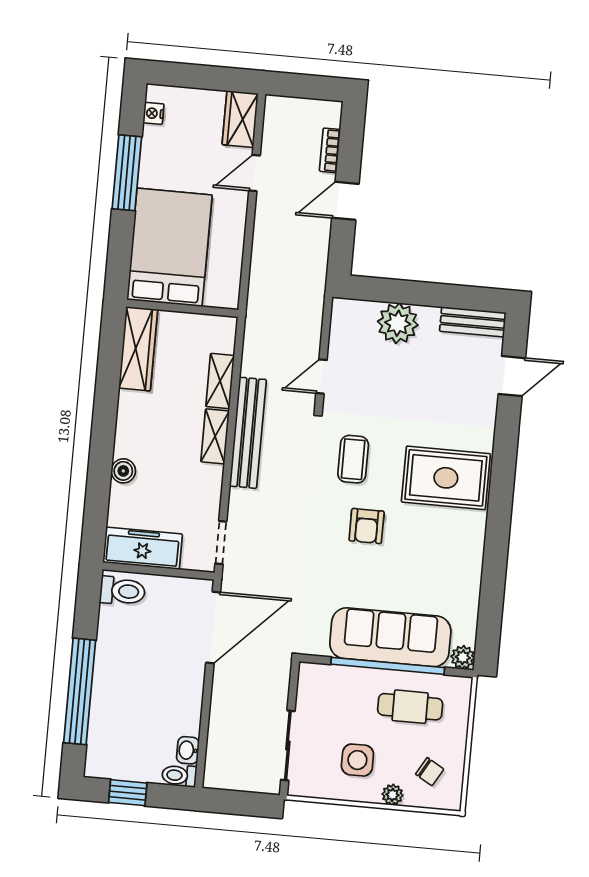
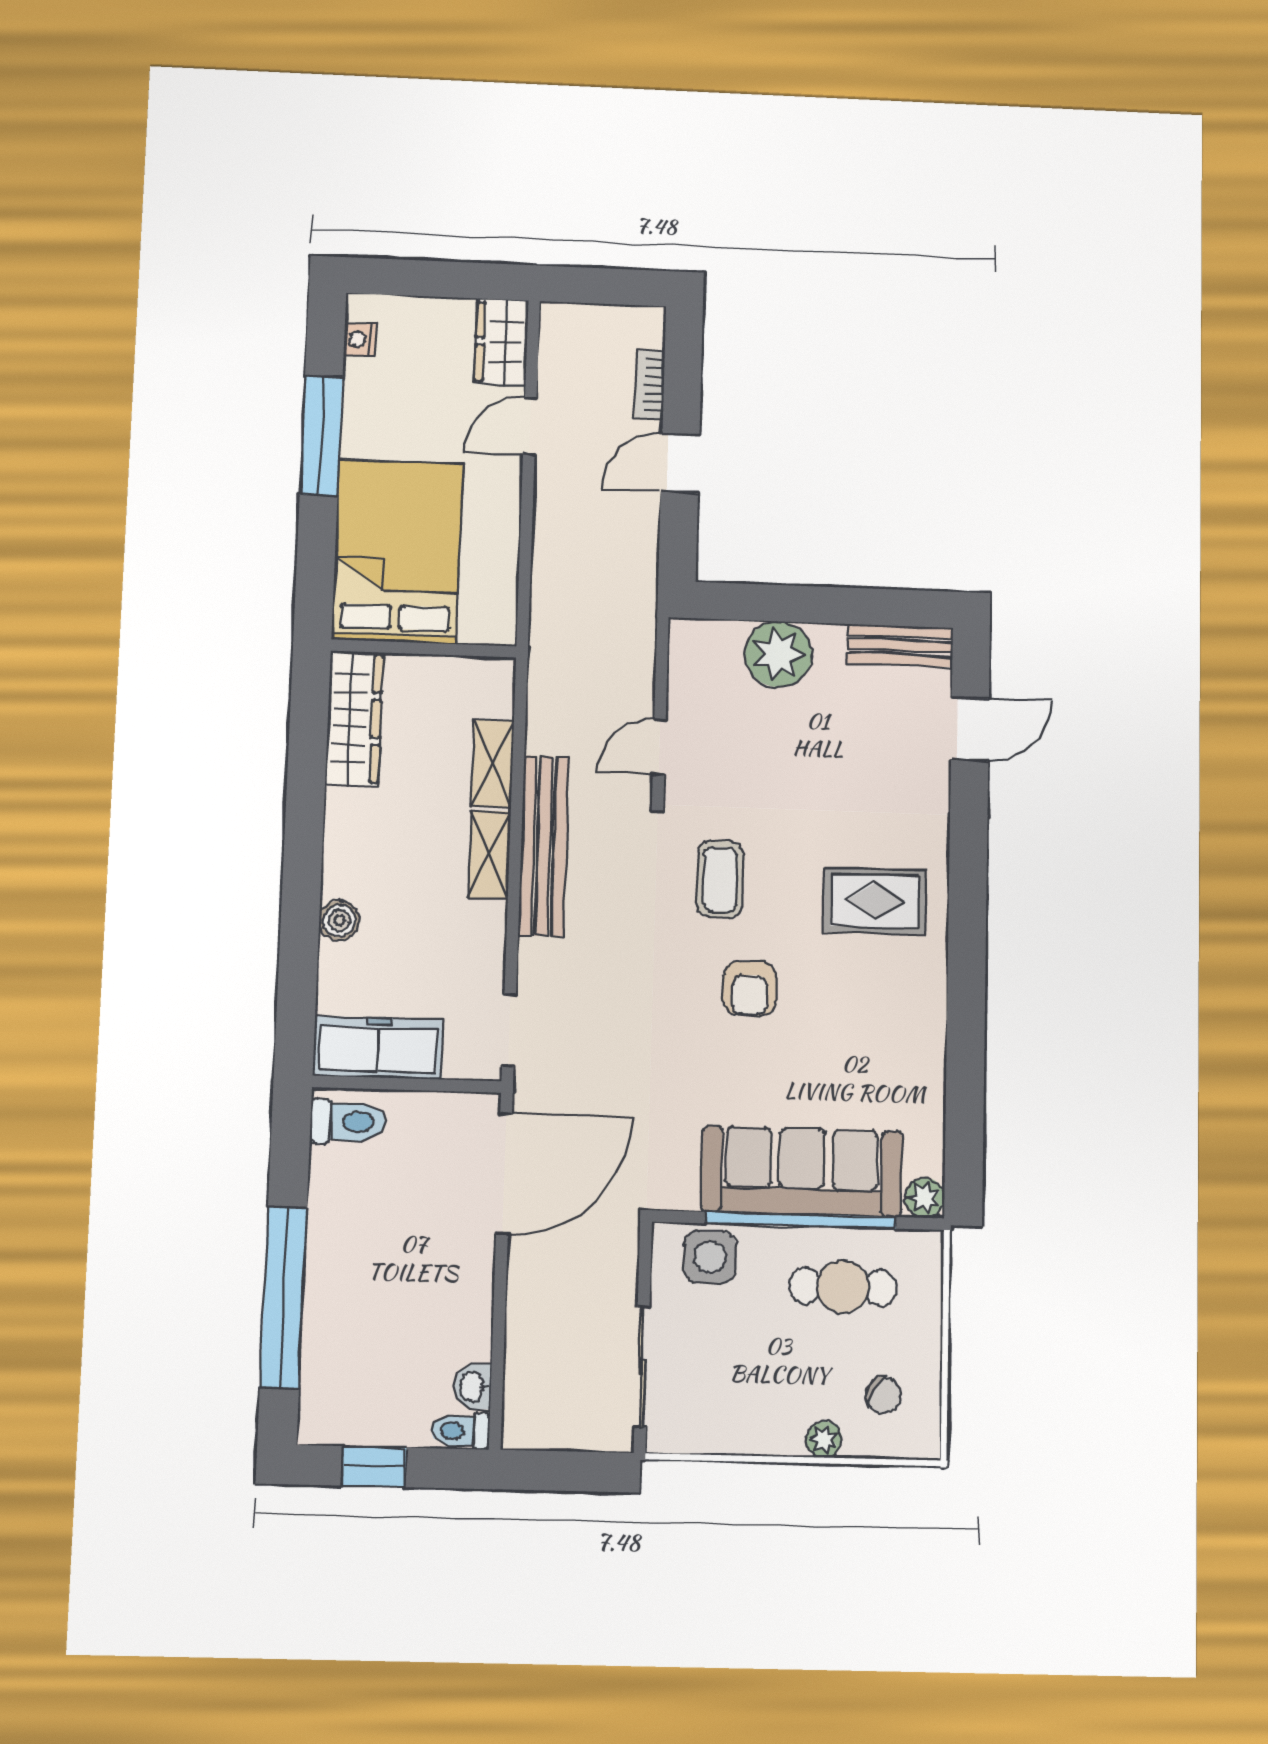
rug: (446, 478) -> (875, 901), width x0.73, depth x0.70
side table: (357, 760) -> (710, 1257), moved

